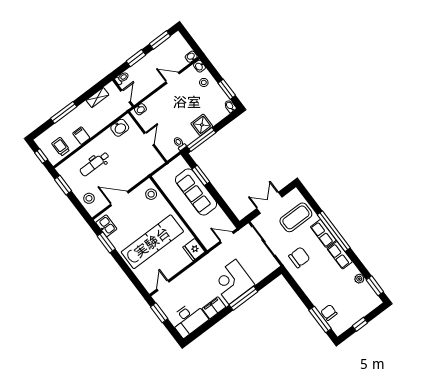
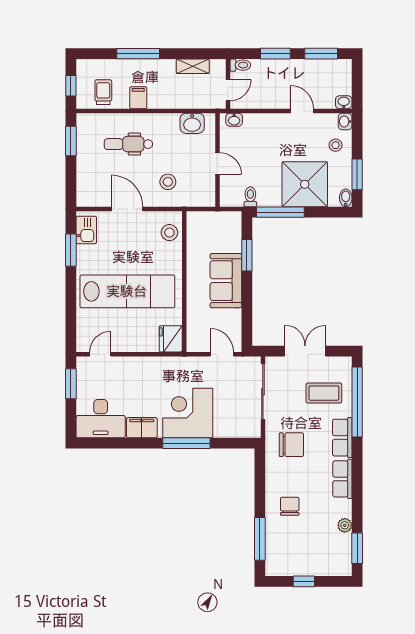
shower: (202, 125) -> (305, 184), width x1.86, depth x1.86
door: (149, 139) -> (217, 164), hinge flipped
sofa: (196, 192) -> (226, 281), width x0.73
stool: (89, 198) -> (168, 182), moved
coffee table: (296, 217) -> (324, 393), width x0.73, depth x0.76
window: (334, 231) -> (357, 402), moved
chair: (329, 313) -> (290, 506), moved

